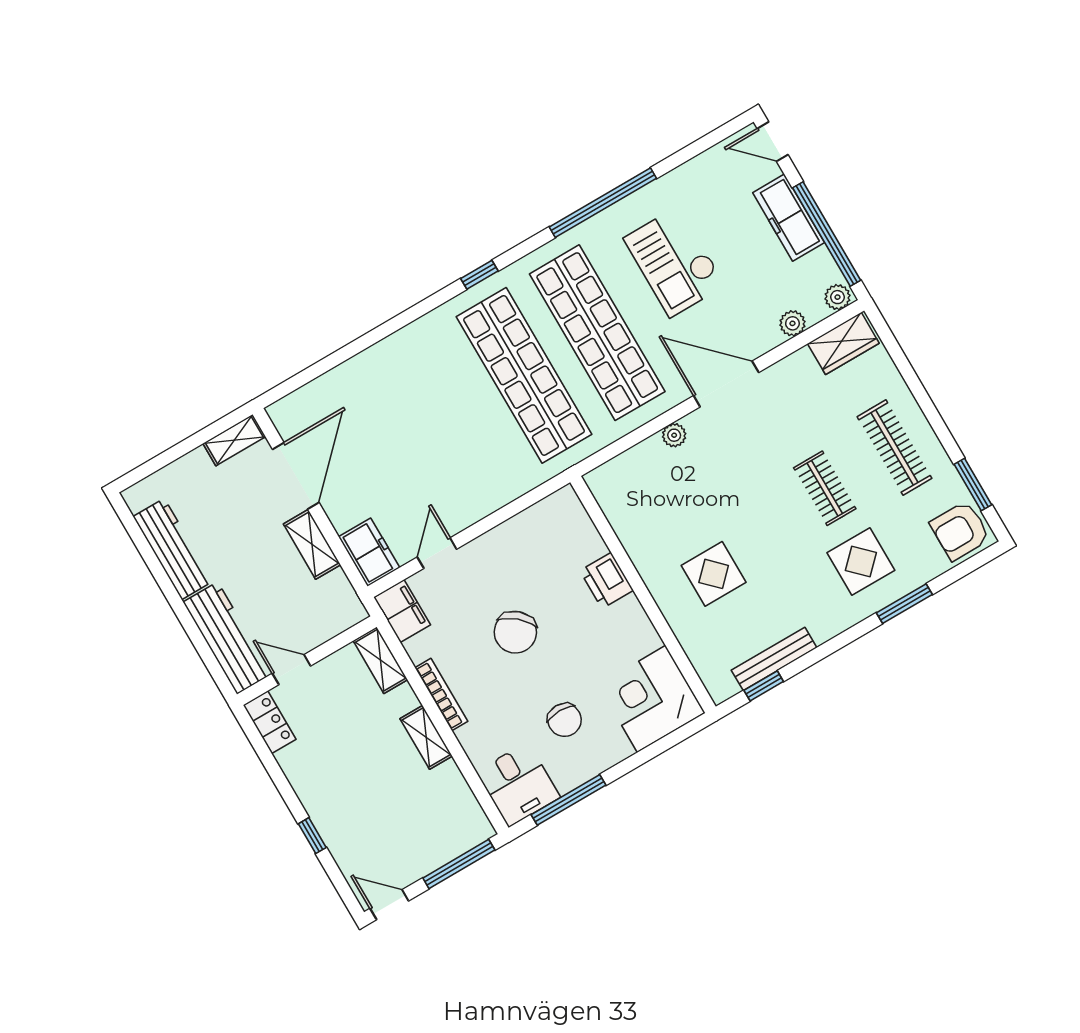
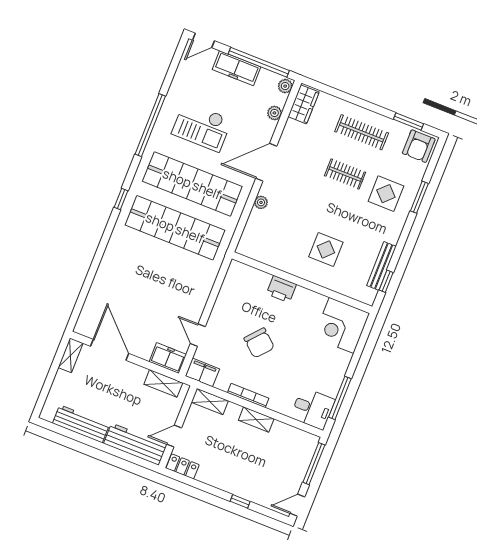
shelving: (312, 544) -> (163, 383), moved
chair: (565, 720) -> (311, 364), removed

